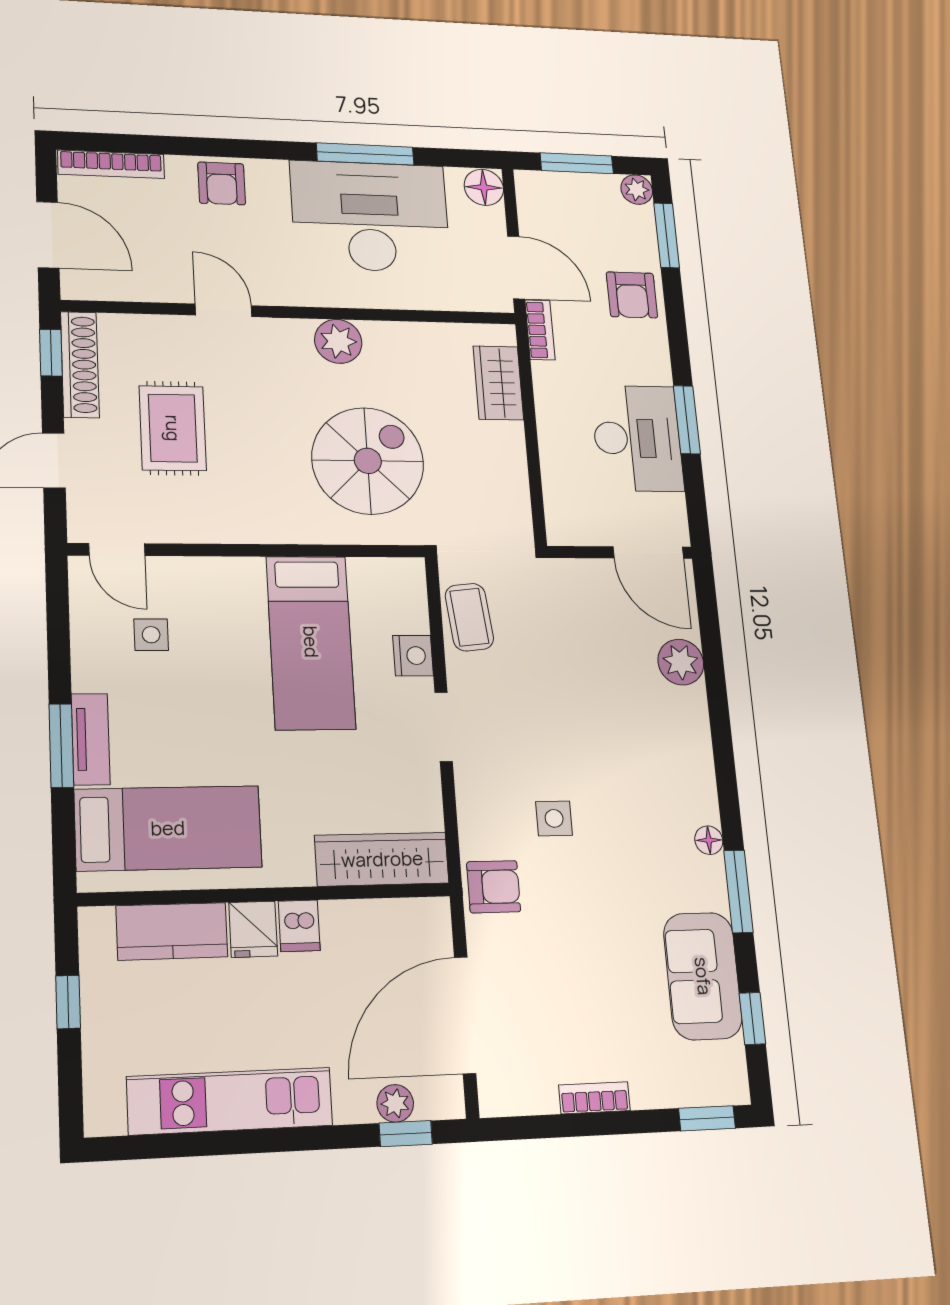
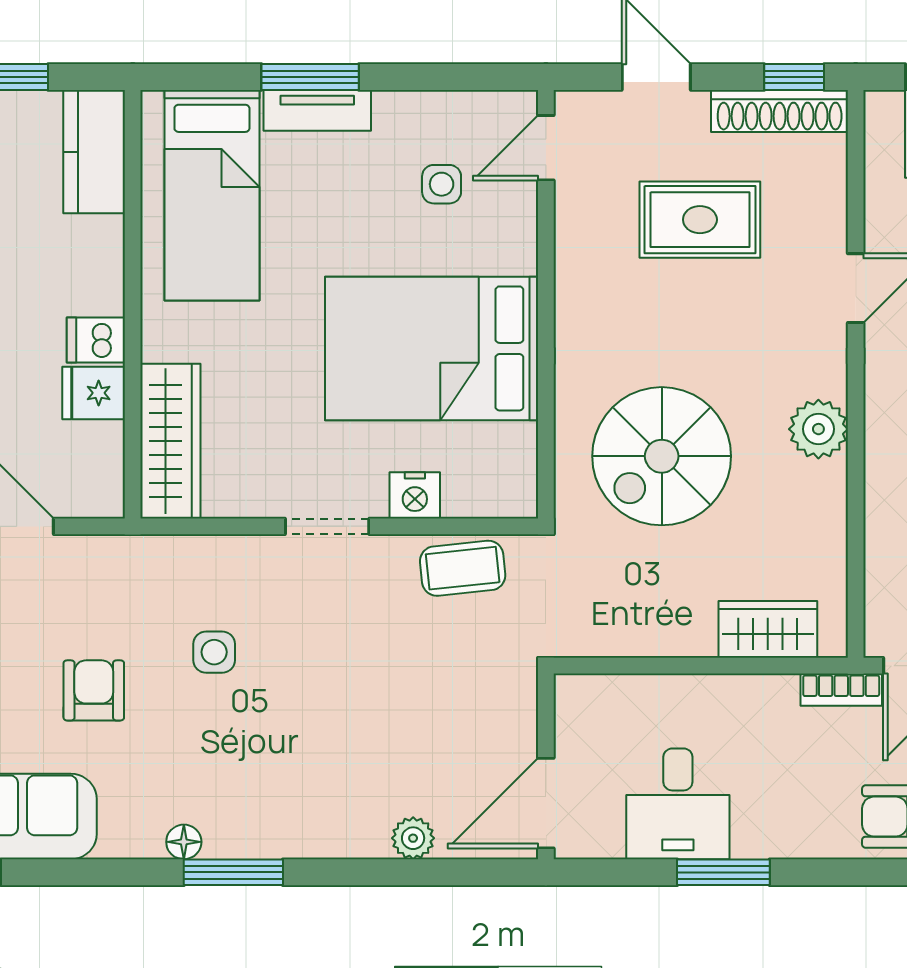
desk: (637, 438) -> (678, 804), width x0.73
spiral stairs: (368, 461) -> (662, 456), turned 90
bed: (311, 642) -> (432, 348), width x1.50
plant: (681, 662) -> (413, 838), width x0.73, depth x0.73
armchair: (494, 887) -> (94, 690), moved, turned 180
window: (738, 891) -> (233, 872), moved
fridge: (253, 929) -> (94, 393), moved
kitchen counter: (172, 931) -> (94, 152), moved

